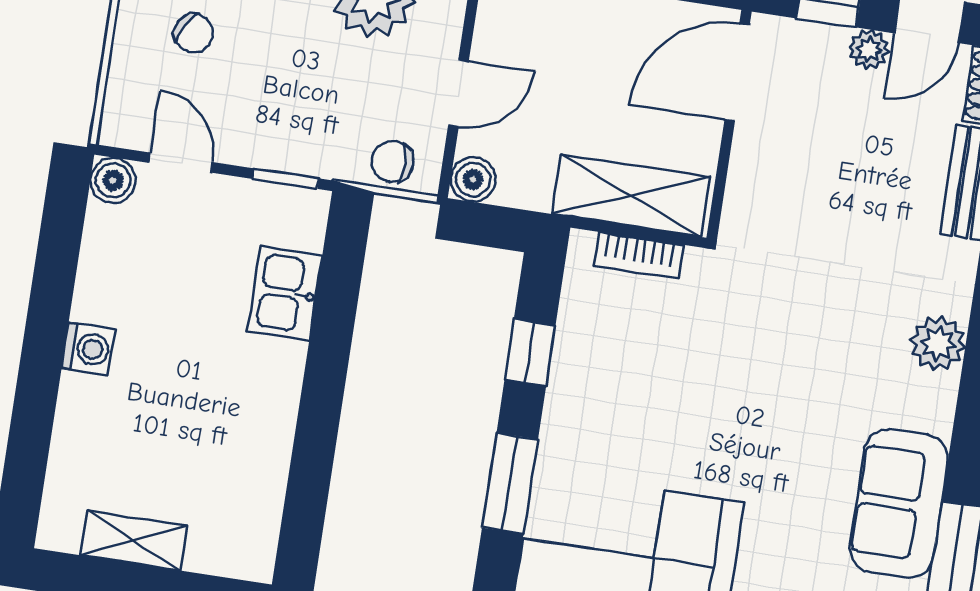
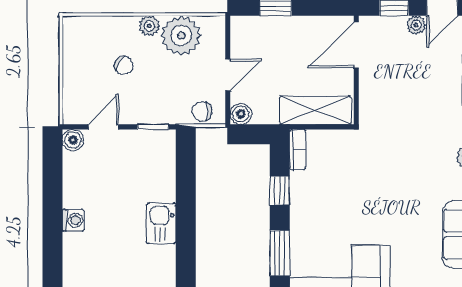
chair: (194, 33) -> (124, 65), moved
door: (181, 163) -> (103, 127), hinge flipped
bookcase: (639, 255) -> (298, 150), moved, turned -90
kitchen sink: (285, 293) -> (161, 223), moved

